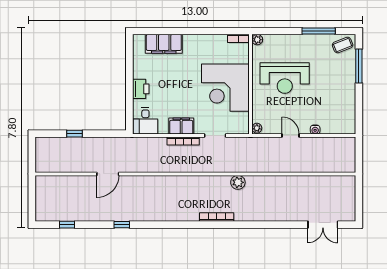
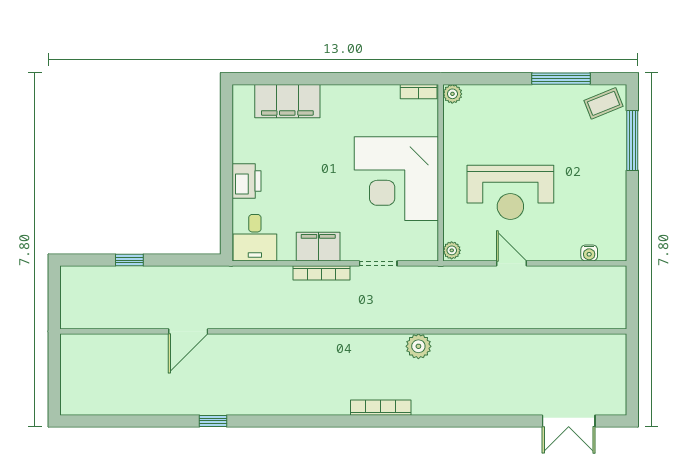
reception desk: (285, 78) -> (510, 192), moved
water cooler: (315, 130) -> (589, 253), moved
window: (67, 225) -> (116, 421), removed

